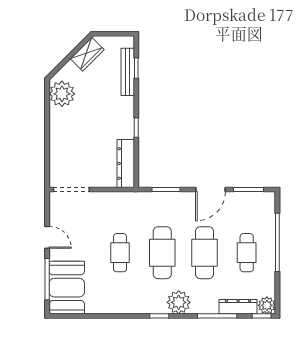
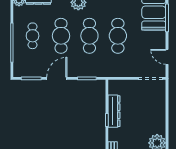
dresser: (126, 163) -> (114, 111), moved
door: (47, 237) -> (167, 57), moved
cafe table: (120, 253) -> (118, 36), width x1.37, depth x1.35

